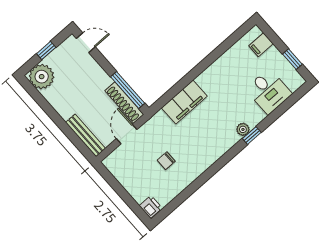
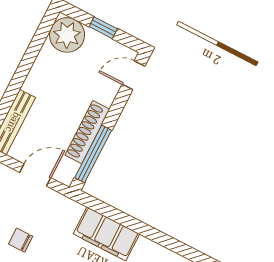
door: (86, 43) -> (134, 75), swing flipped
shoe rack: (124, 103) -> (87, 132), moved

